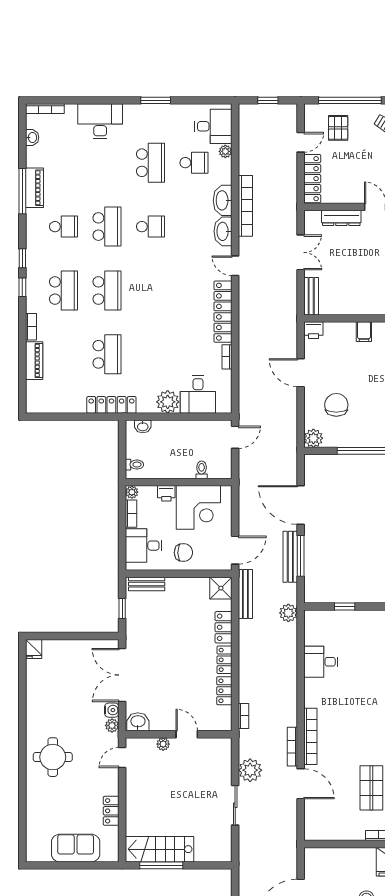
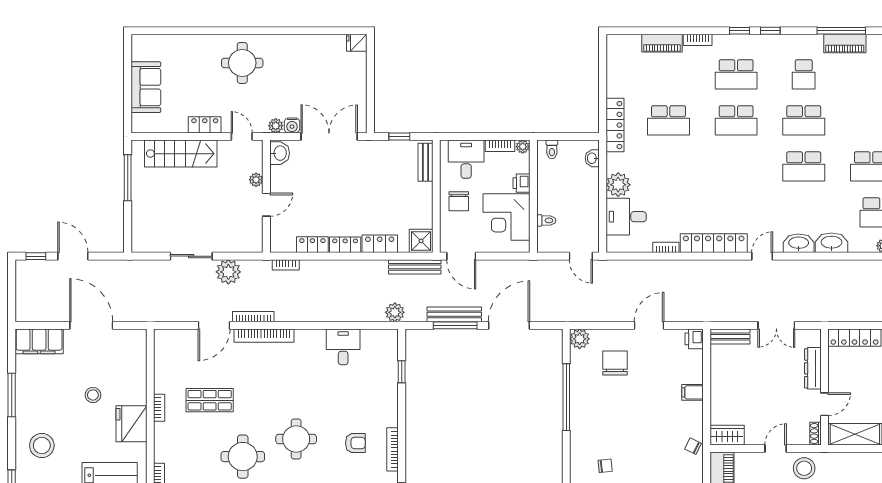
bookcase: (245, 206) -> (826, 267), removed
school desk: (150, 227) -> (804, 166), width x1.85
chair: (336, 405) -> (615, 363), turned -90
locker: (111, 811) -> (205, 125), moved
stairs: (160, 849) -> (181, 154), moved, turned 90

